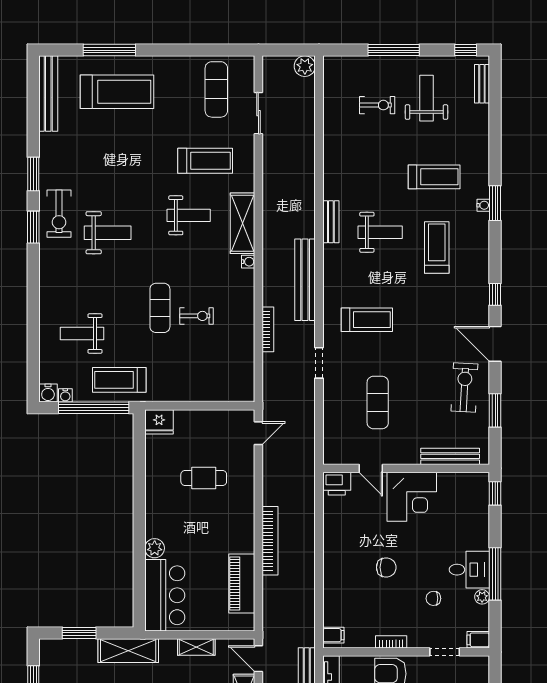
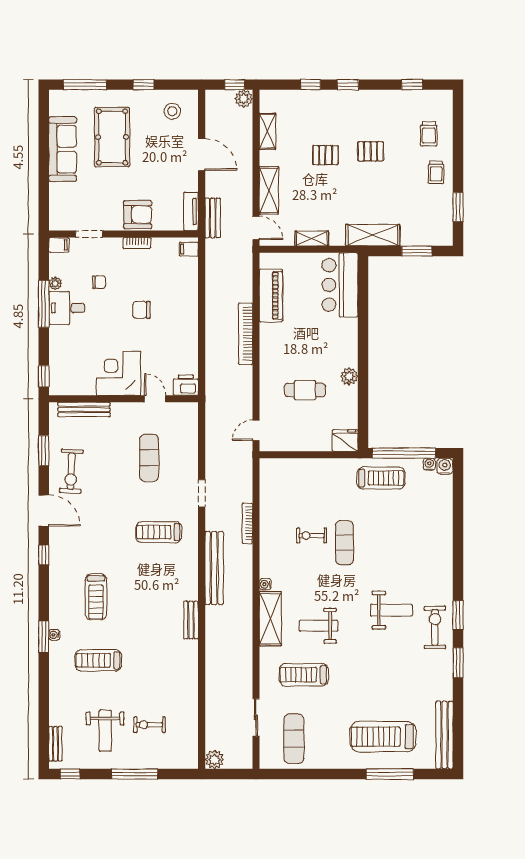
weight bench: (380, 232) -> (147, 611), removed
weight bench: (108, 233) -> (391, 610), turned 180
weight bench: (82, 333) -> (414, 520), removed
plant: (155, 548) -> (349, 376), moved

